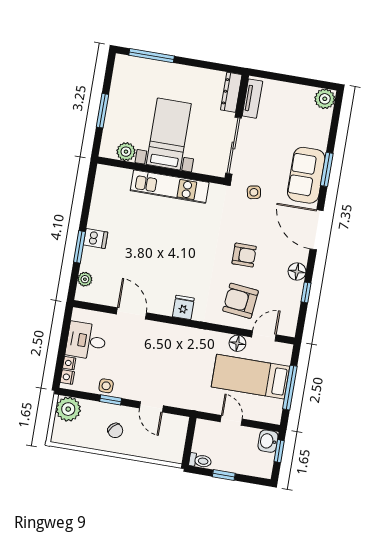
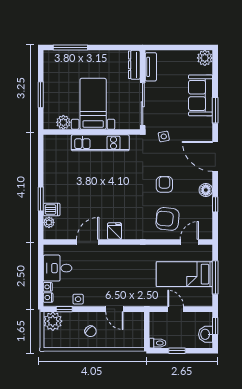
sofa: (306, 175) -> (201, 95), moved
dishwasher: (96, 239) -> (52, 210), moved
armchair: (244, 255) -> (164, 184), turned -90
fridge: (183, 307) -> (114, 231), moved
door: (131, 313) -> (88, 242), hinge flipped
floor lamp: (237, 343) -> (171, 251), removed
window: (111, 400) -> (64, 309), moved
washbasin: (268, 441) -> (206, 334), moved

